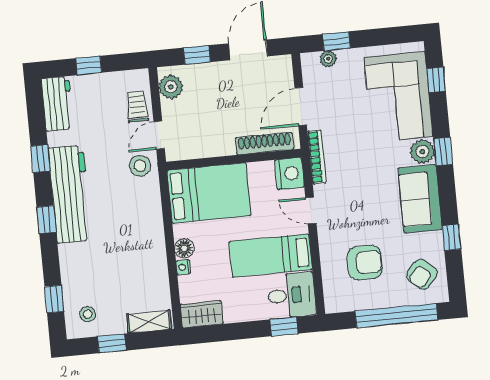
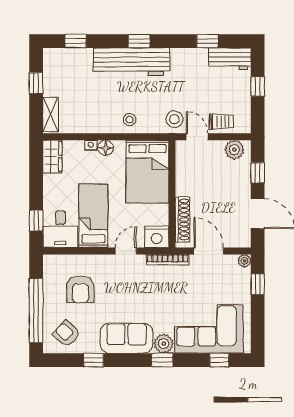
plant: (328, 59) -> (244, 261), moved
window: (40, 159) -> (207, 41), moved
workbench: (70, 194) -> (132, 62), moved
stool: (88, 314) -> (130, 120), moved

